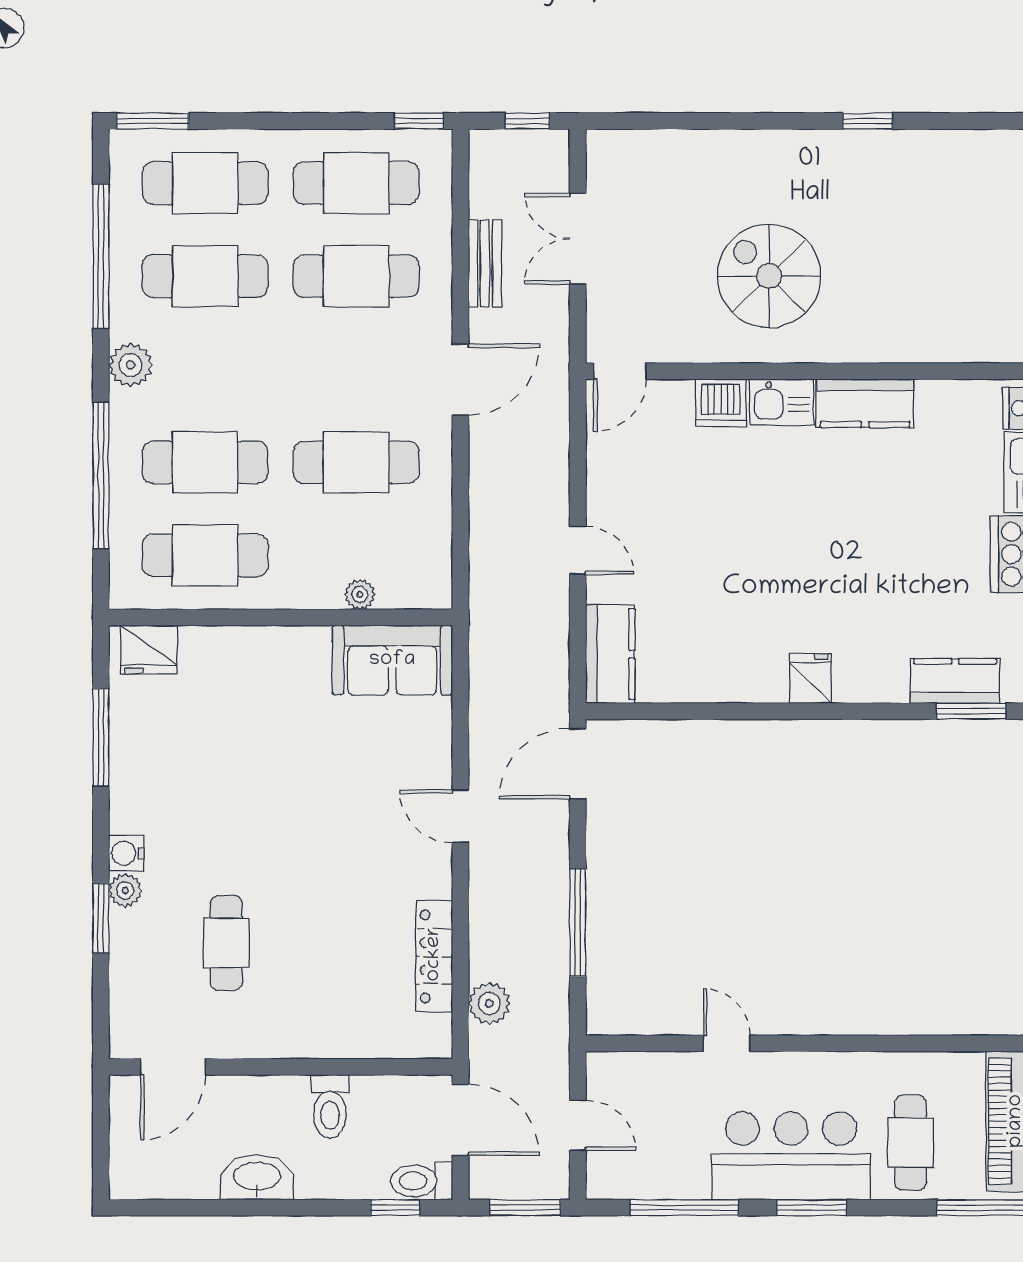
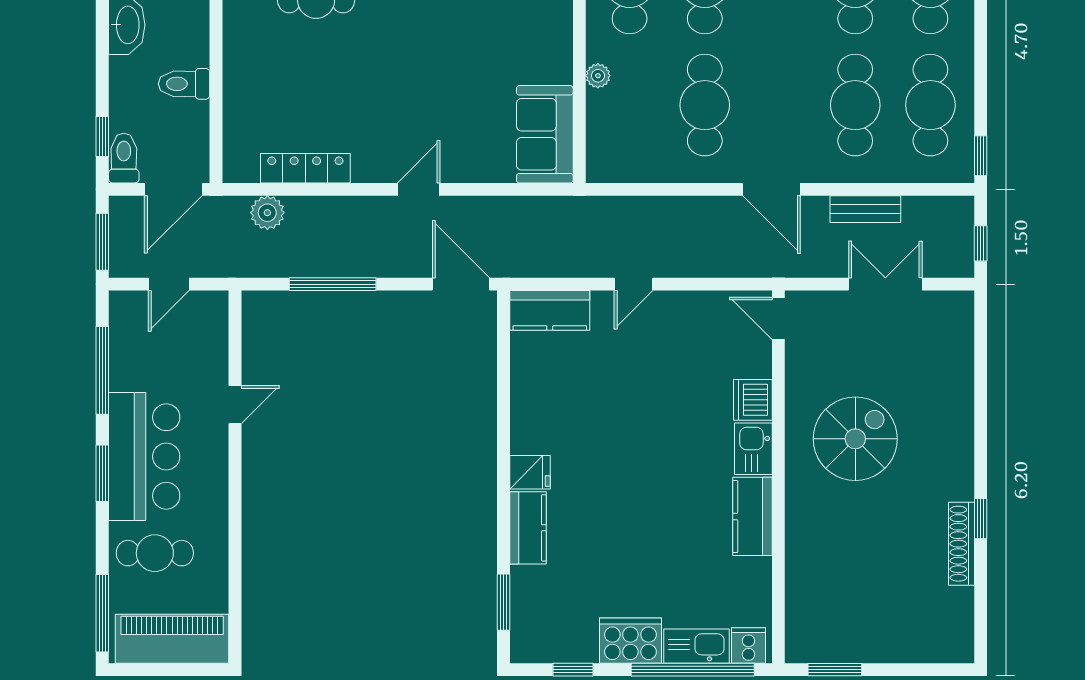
shoe rack: (899, 145) -> (961, 544), added
plant: (360, 594) -> (598, 76), moved
kitchen counter: (955, 681) -> (528, 528), moved

